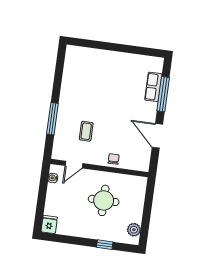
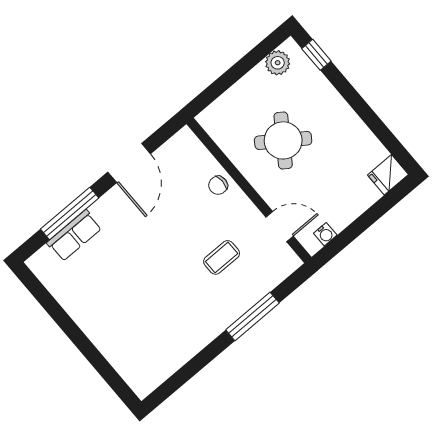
round table: (104, 200) -> (283, 140), turned 35
window: (105, 245) -> (316, 55), moved

